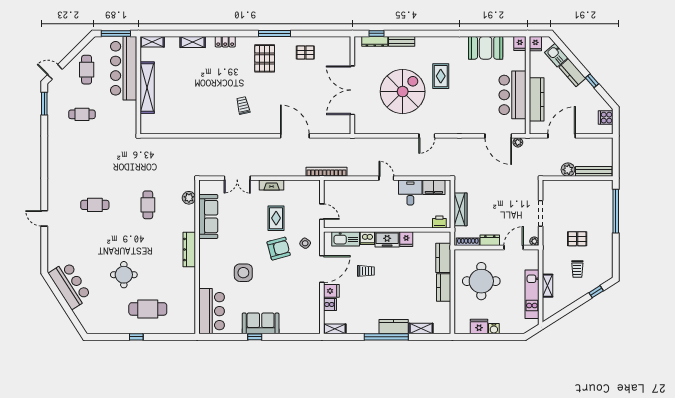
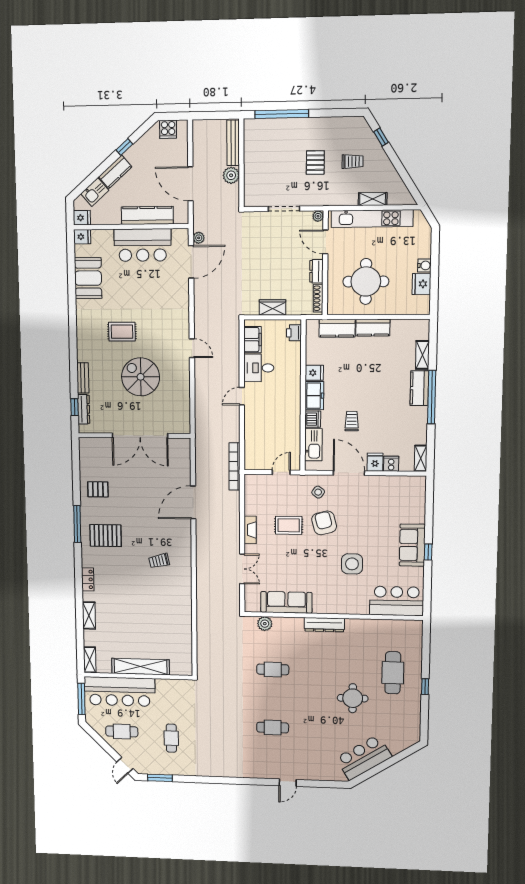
pallet: (305, 53) -> (98, 489), turned 90
spiral stairs: (403, 92) -> (141, 377), width x0.73, depth x0.73
cafe table: (95, 205) -> (273, 728), turned 90
wardrobe: (460, 209) -> (272, 307), width x0.67
kitchen unit: (532, 294) -> (372, 219), width x1.36

